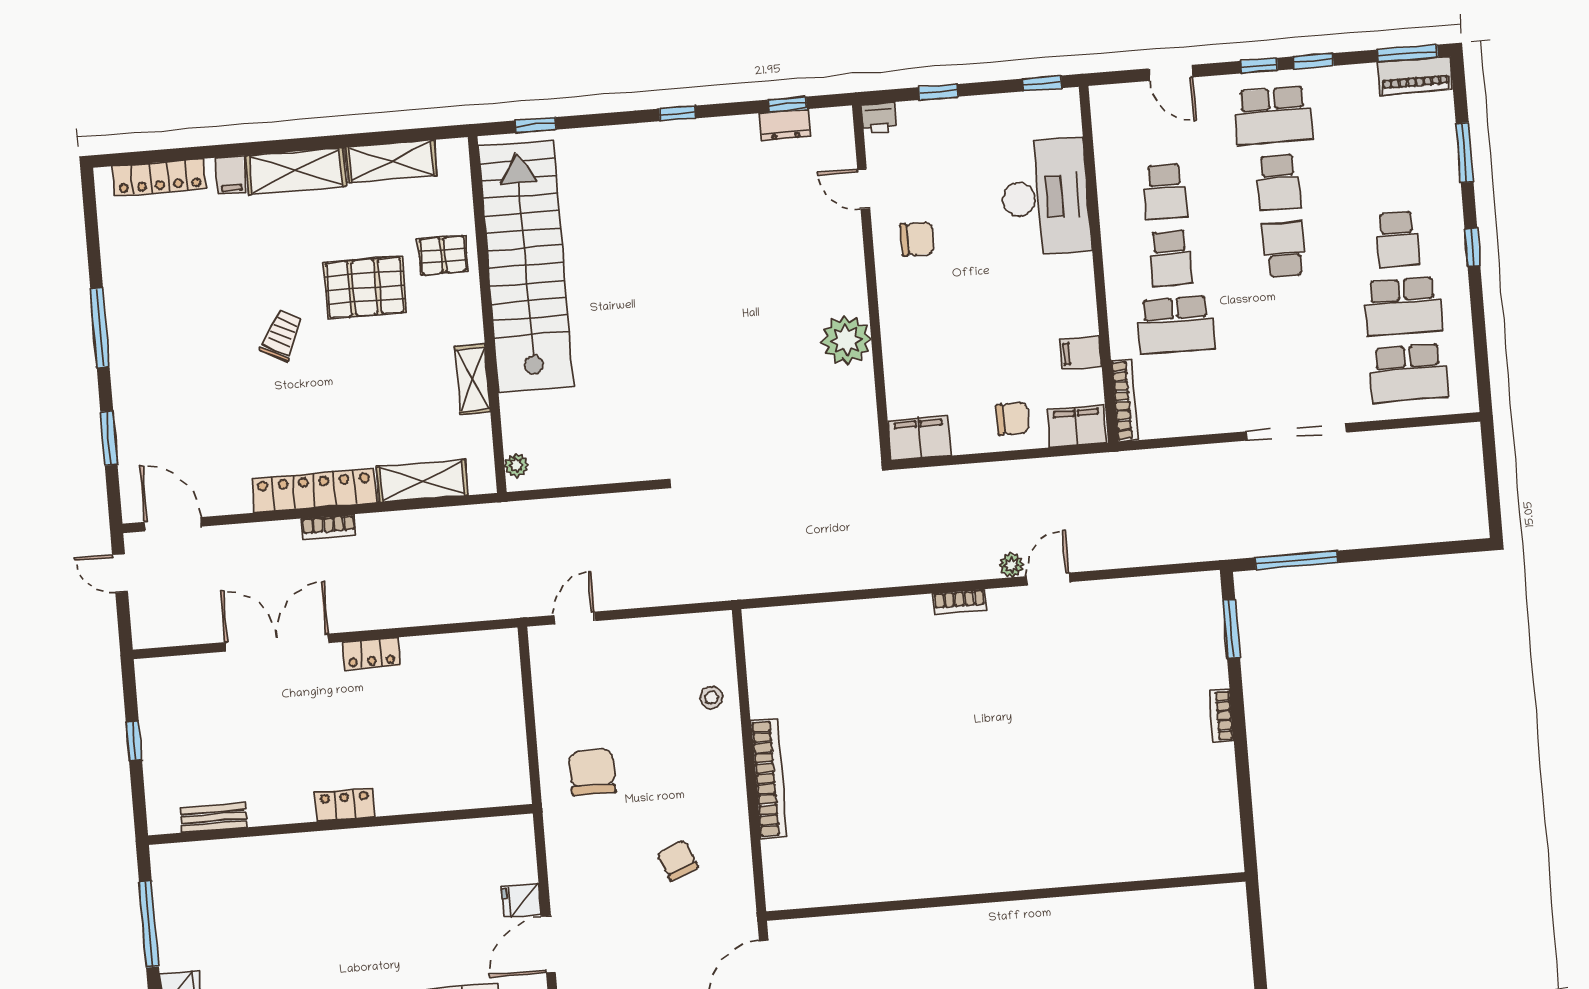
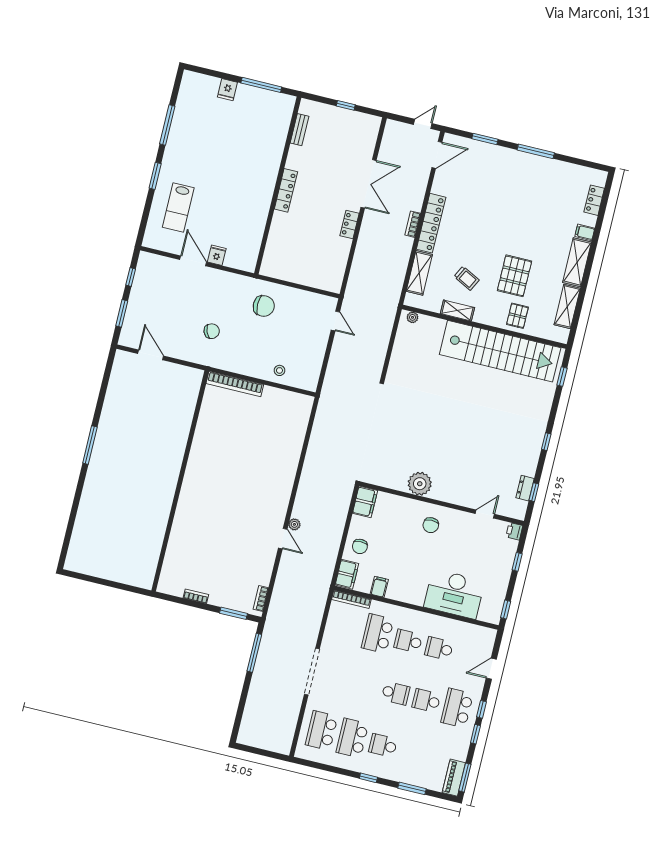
locker: (159, 178) -> (594, 200), width x0.66
chair: (917, 239) -> (431, 525), moved
trolley: (282, 335) -> (467, 278), moved
bookcase: (959, 602) -> (261, 599), moved
locker: (345, 805) -> (286, 190), width x1.53
wall: (1006, 896) -> (180, 481), moved

